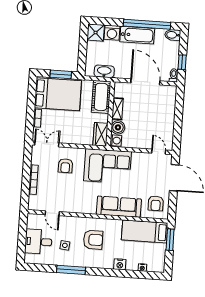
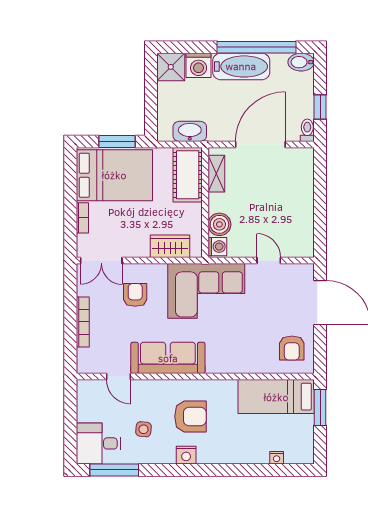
door: (145, 82) -> (260, 144), hinge flipped
shelving: (117, 109) -> (216, 174), moved
wardrobe: (100, 134) -> (170, 246), moved, turned 90
double door: (47, 144) -> (101, 261), swing flipped
door: (159, 152) -> (269, 261), moved
armchair: (65, 166) -> (135, 295), turned 180
sofa: (119, 207) -> (168, 358), moved
desk: (38, 242) -> (98, 443), moved
nightstand: (120, 264) -> (186, 455), moved
window: (71, 270) -> (114, 470), moved

